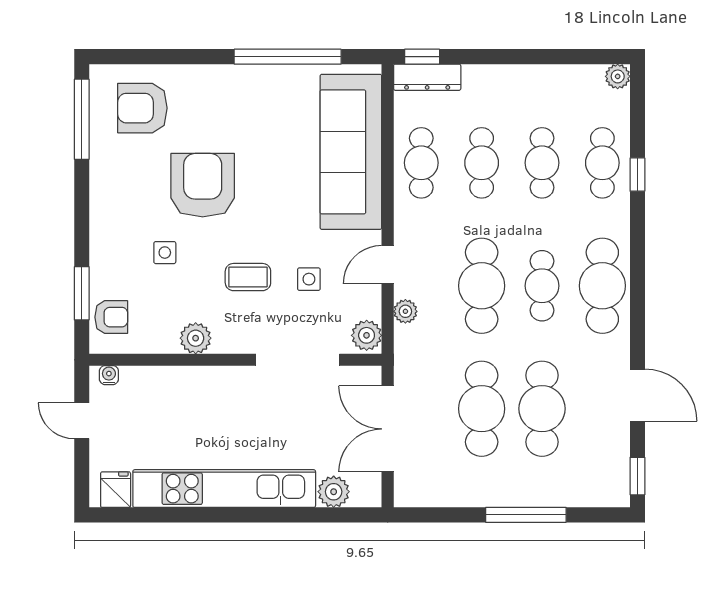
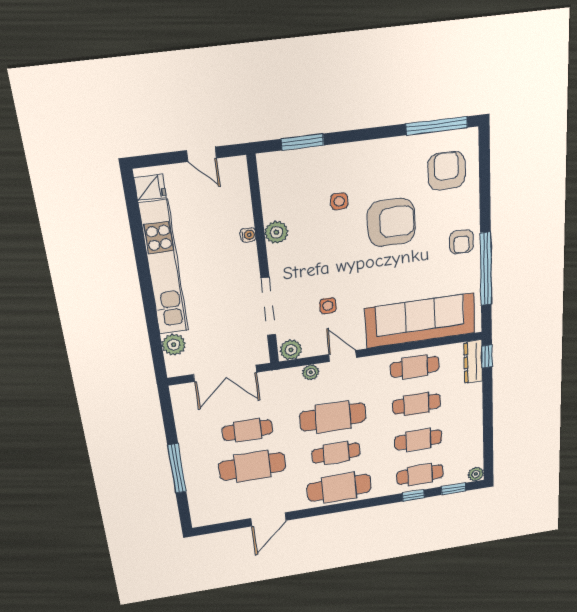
coffee table: (248, 277) -> (326, 264), removed
armchair: (111, 317) -> (461, 242), moved
water cooler: (109, 375) -> (248, 235), moved
cafe table: (482, 409) -> (248, 430), width x0.73, depth x0.74
door: (82, 421) -> (202, 154), swing flipped
double door: (388, 429) -> (225, 373), swing flipped
window: (637, 476) -> (453, 489), moved

